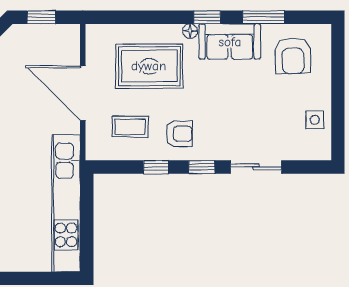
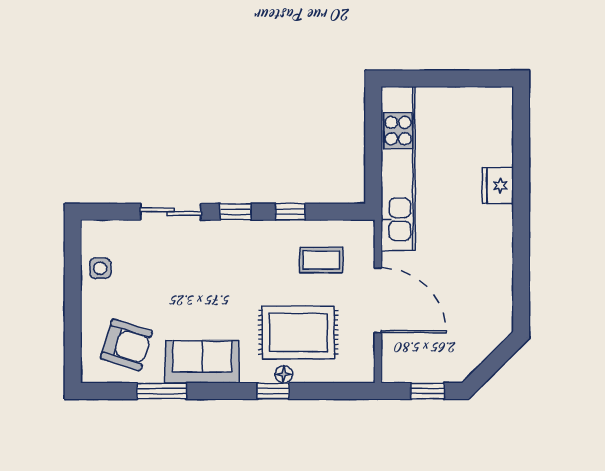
window: (207, 17) -> (273, 391), moved
floor lamp: (190, 31) -> (284, 374), moved
armchair: (293, 56) -> (126, 345), turned 109
armchair: (179, 134) -> (263, 252), removed

